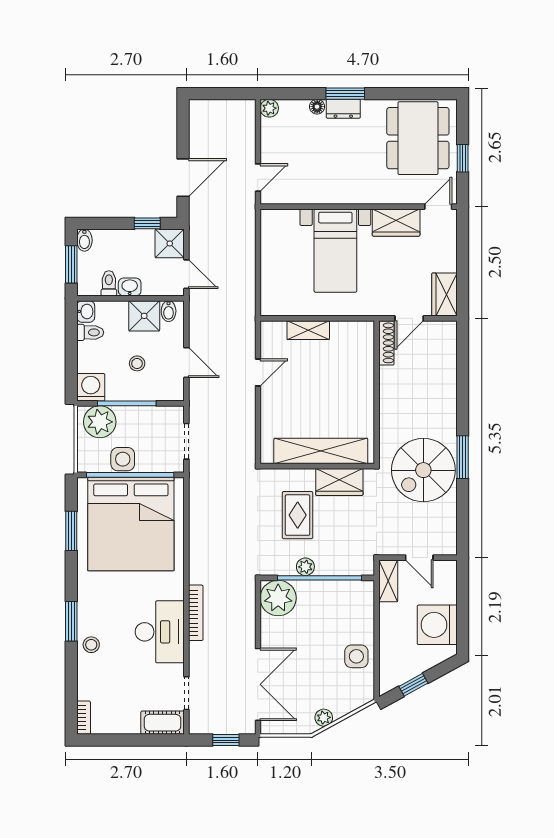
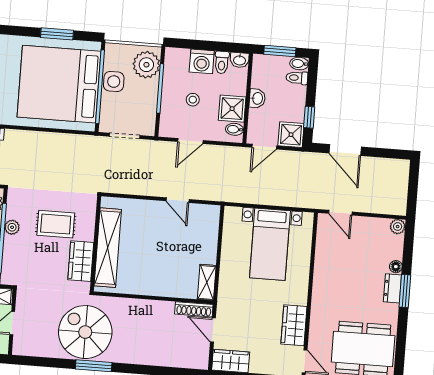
bed with nightstands: (335, 251) -> (270, 244), moved, turned -90
toilet: (109, 283) -> (297, 78), moved, turned 180
shelving: (308, 330) -> (207, 282), moved
washing machine: (91, 387) -> (202, 61), moved, turned 90

